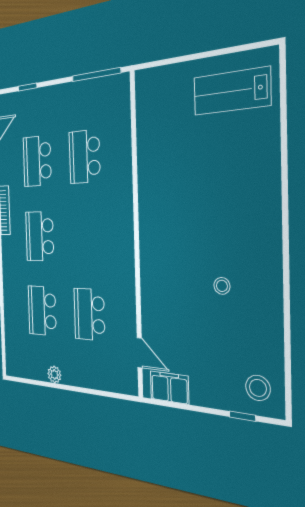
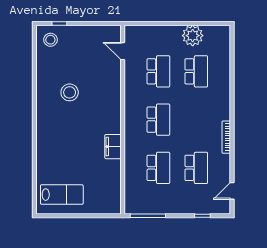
school desk: (40, 236) -> (158, 120), moved
stool: (222, 286) -> (70, 92), width x1.89, depth x1.89
plant: (54, 374) -> (193, 36), width x1.87, depth x1.87
filing cabinet: (169, 387) -> (113, 147), moved, turned 90

